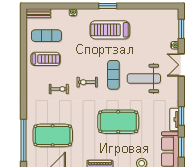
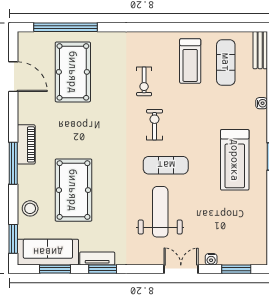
treadmill: (110, 30) -> (235, 160), turned 180
pool table: (118, 122) -> (73, 190), moved

